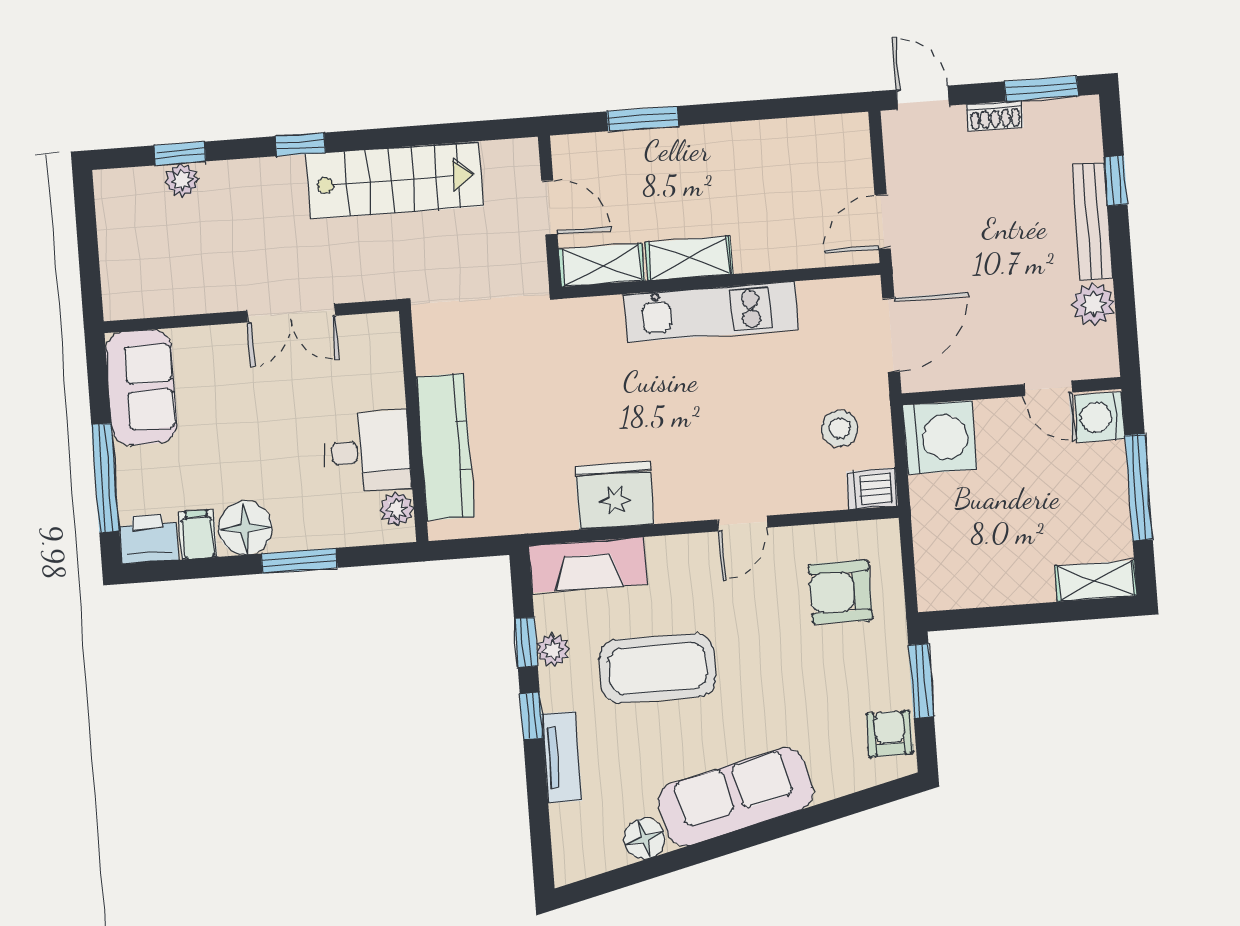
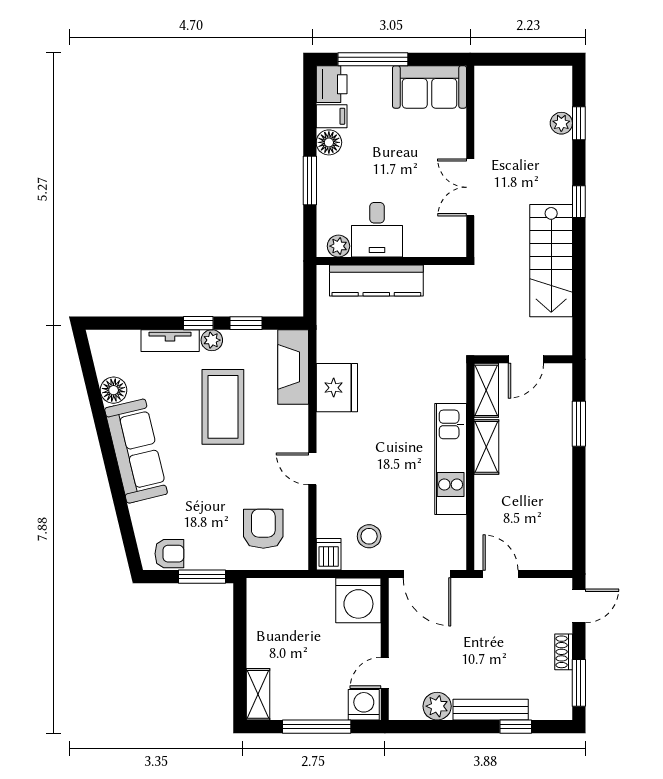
floor lamp: (245, 528) -> (329, 142), width x0.73, depth x0.73
plant: (553, 650) -> (212, 340), moved

